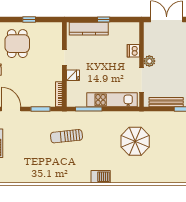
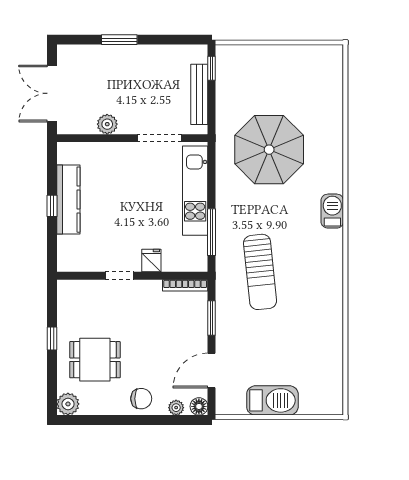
kitchen counter: (89, 29) -> (68, 200), moved
dishwasher: (133, 51) -> (108, 153), removed
plant: (149, 61) -> (107, 124), moved
sun lounger: (66, 136) -> (260, 272), width x1.36, depth x1.34
parasol: (135, 141) -> (269, 150), width x1.36, depth x1.36

